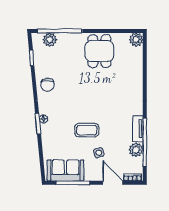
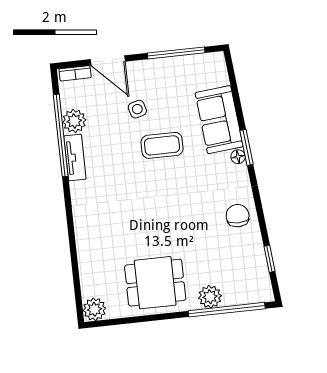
plant: (50, 40) -> (210, 297), moved
dining table: (99, 51) -> (155, 283), turned 90
sofa: (66, 170) -> (219, 120), moved, turned 85

